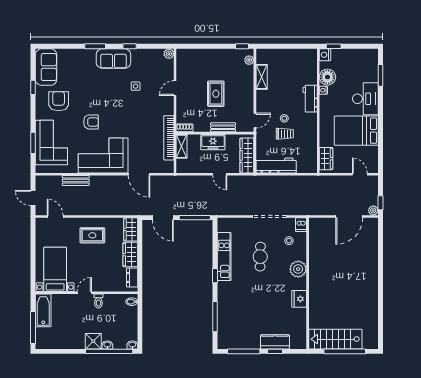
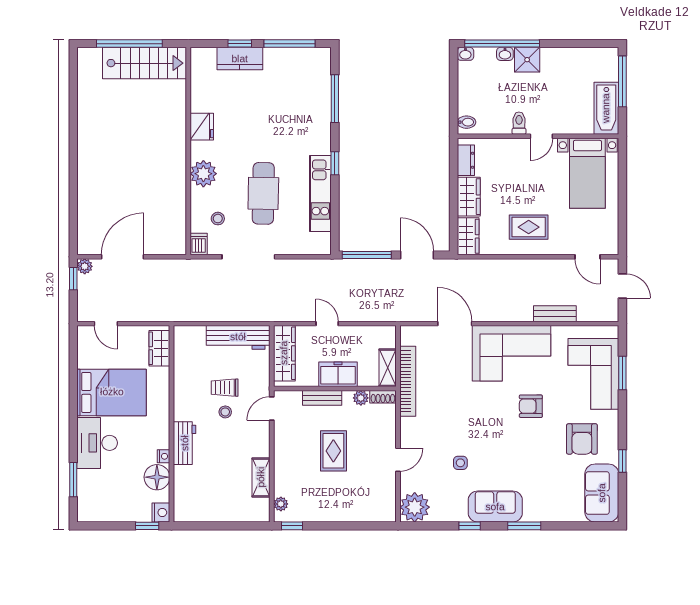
plant: (169, 54) -> (415, 507), width x1.88, depth x1.88
plant: (199, 127) -> (361, 398), added
cafe table: (260, 257) -> (263, 193), width x1.37, depth x1.35

